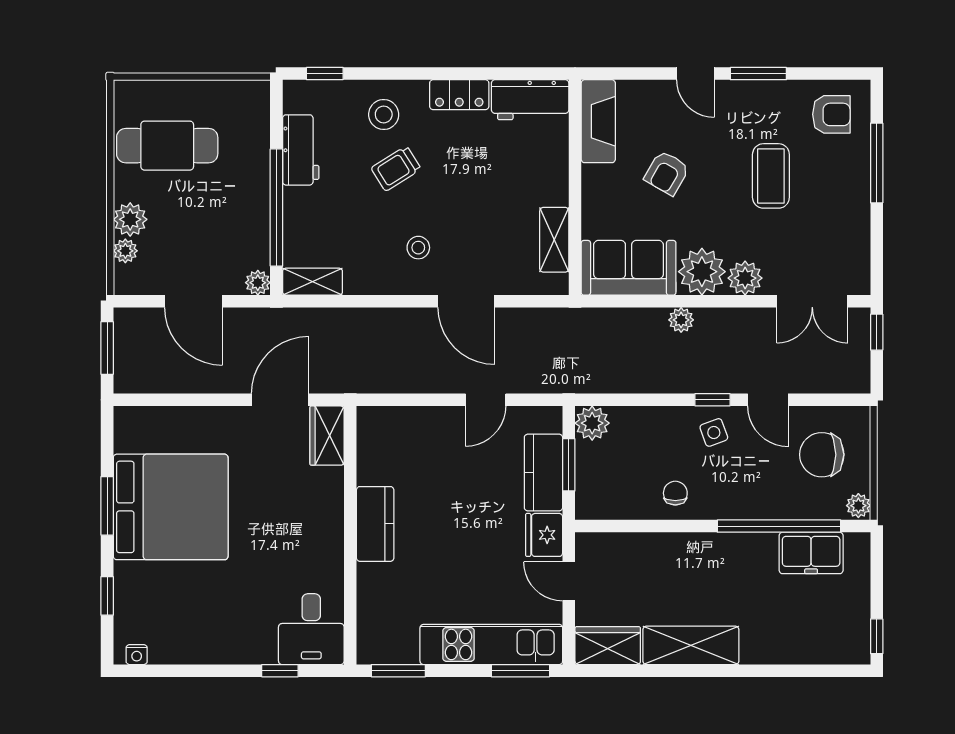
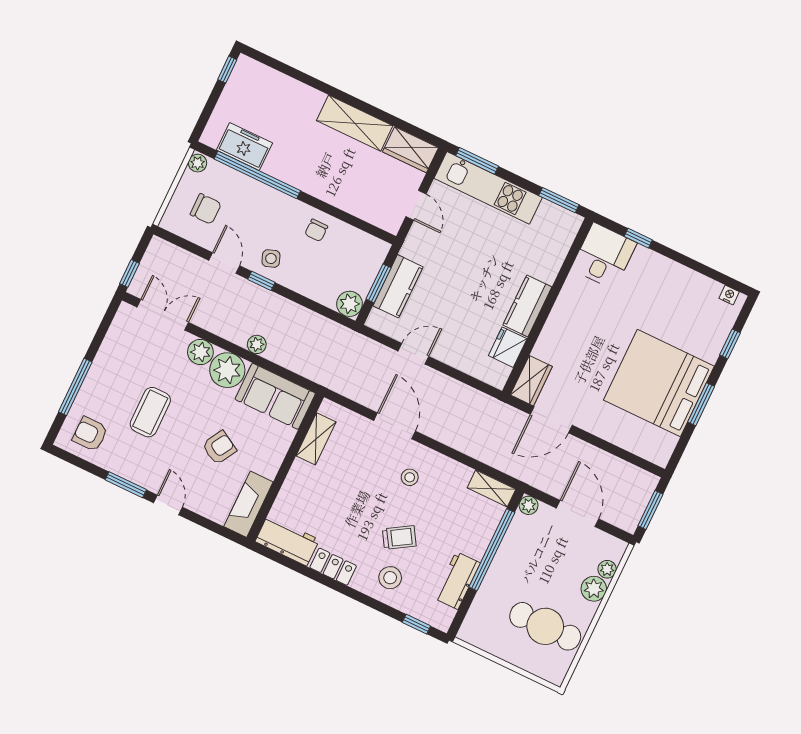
chair: (822, 455) -> (206, 209), width x0.73, depth x0.73
fridge: (544, 535) -> (508, 347), moved, turned 180

